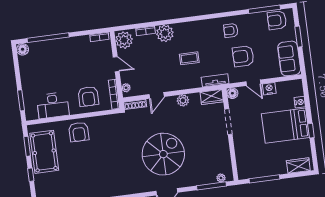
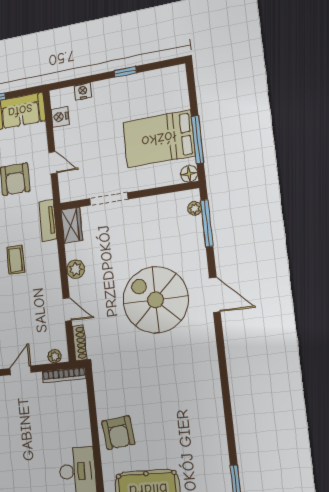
door: (253, 83) -> (53, 163), hinge flipped
nightstand: (269, 89) -> (60, 117), moved
floor lamp: (232, 93) -> (189, 174), moved
armchair: (88, 96) -> (66, 415), removed
bed: (286, 126) -> (159, 139), moved, turned 90
armchair: (79, 132) -> (118, 433), turned 83
wardrobe: (298, 166) -> (178, 88), removed

